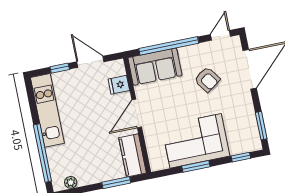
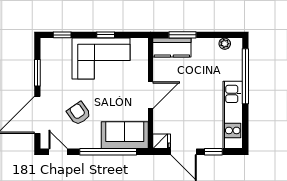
door: (221, 35) -> (58, 152), swing flipped
fridge: (119, 85) -> (162, 141), moved
window: (261, 126) -> (37, 73), moved
kitchen counter: (133, 155) -> (172, 48), moved, turned 90
window: (196, 166) -> (106, 35), width x0.67

